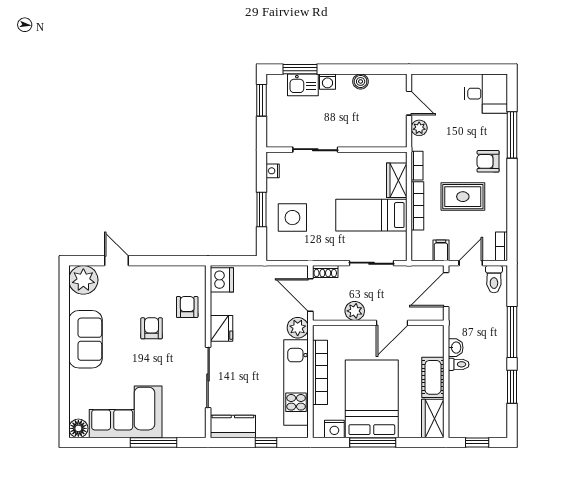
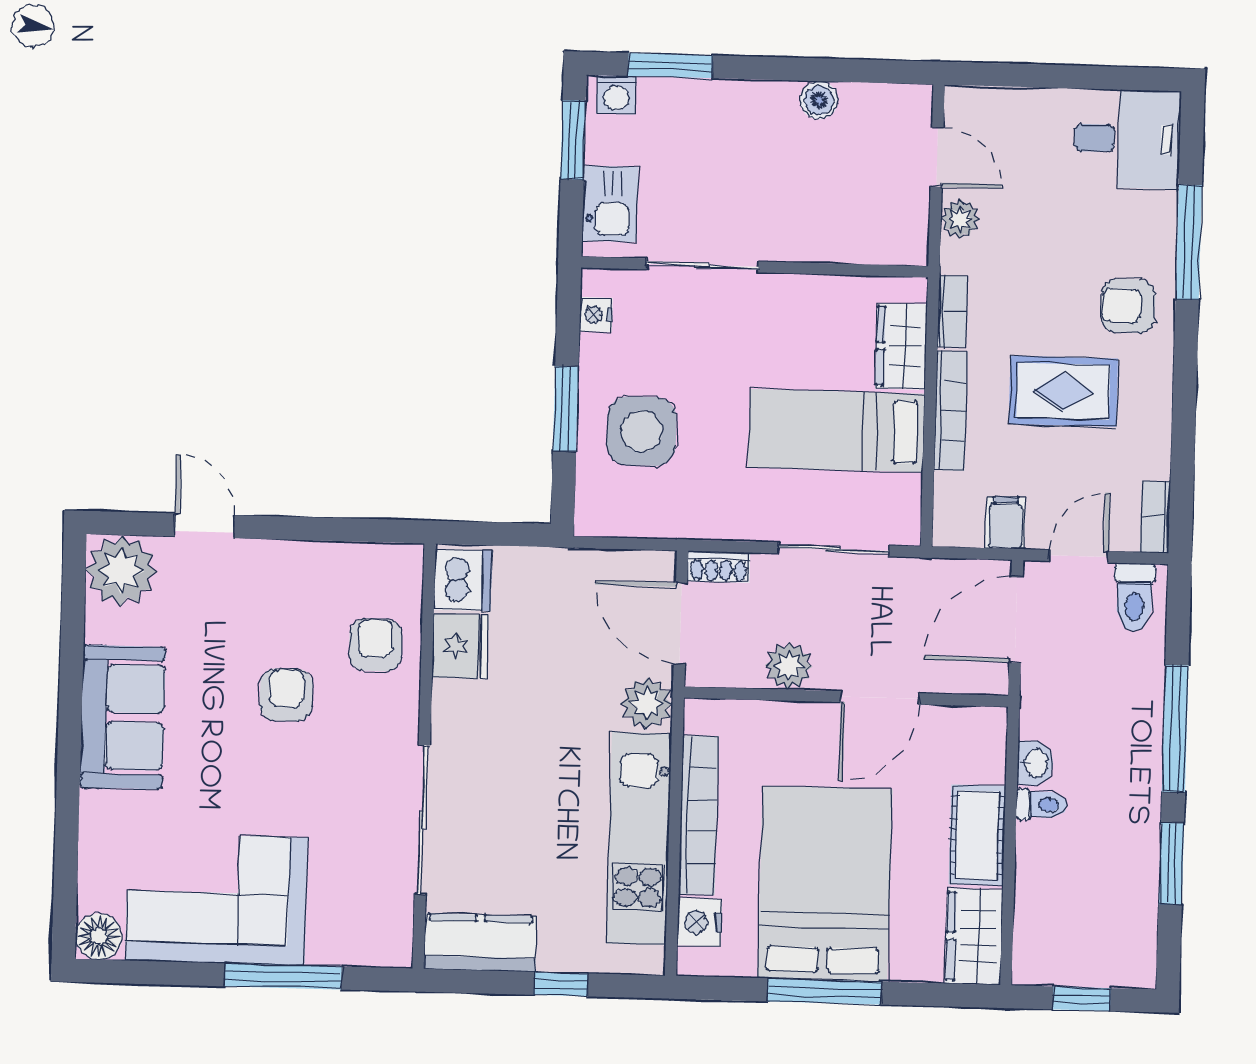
washing machine: (327, 82) -> (616, 95), moved
kitchen sink: (303, 85) -> (610, 204), moved, turned -90
fridge: (221, 328) -> (460, 646), moved
nightstand: (334, 429) -> (700, 922), moved, turned 90

